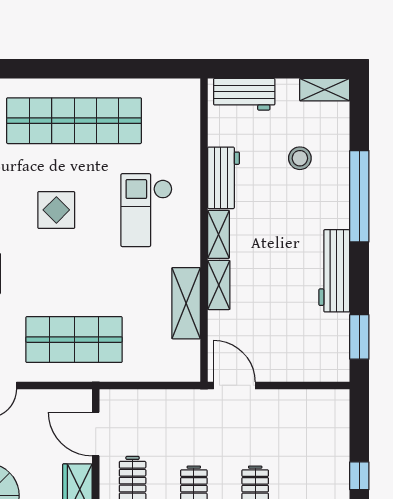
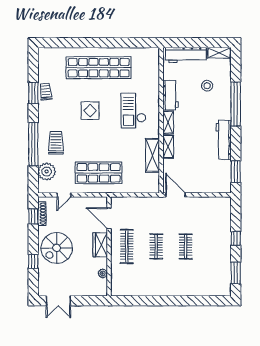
workbench: (244, 94) -> (186, 55), width x1.38

